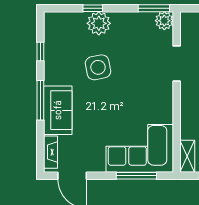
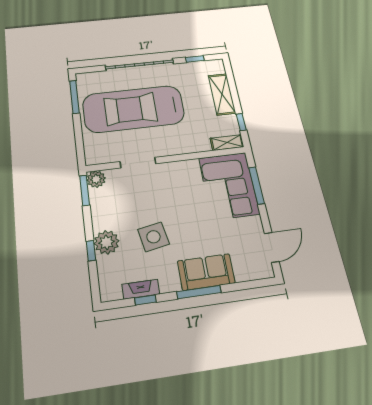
fireplace: (51, 152) -> (141, 289), moved

